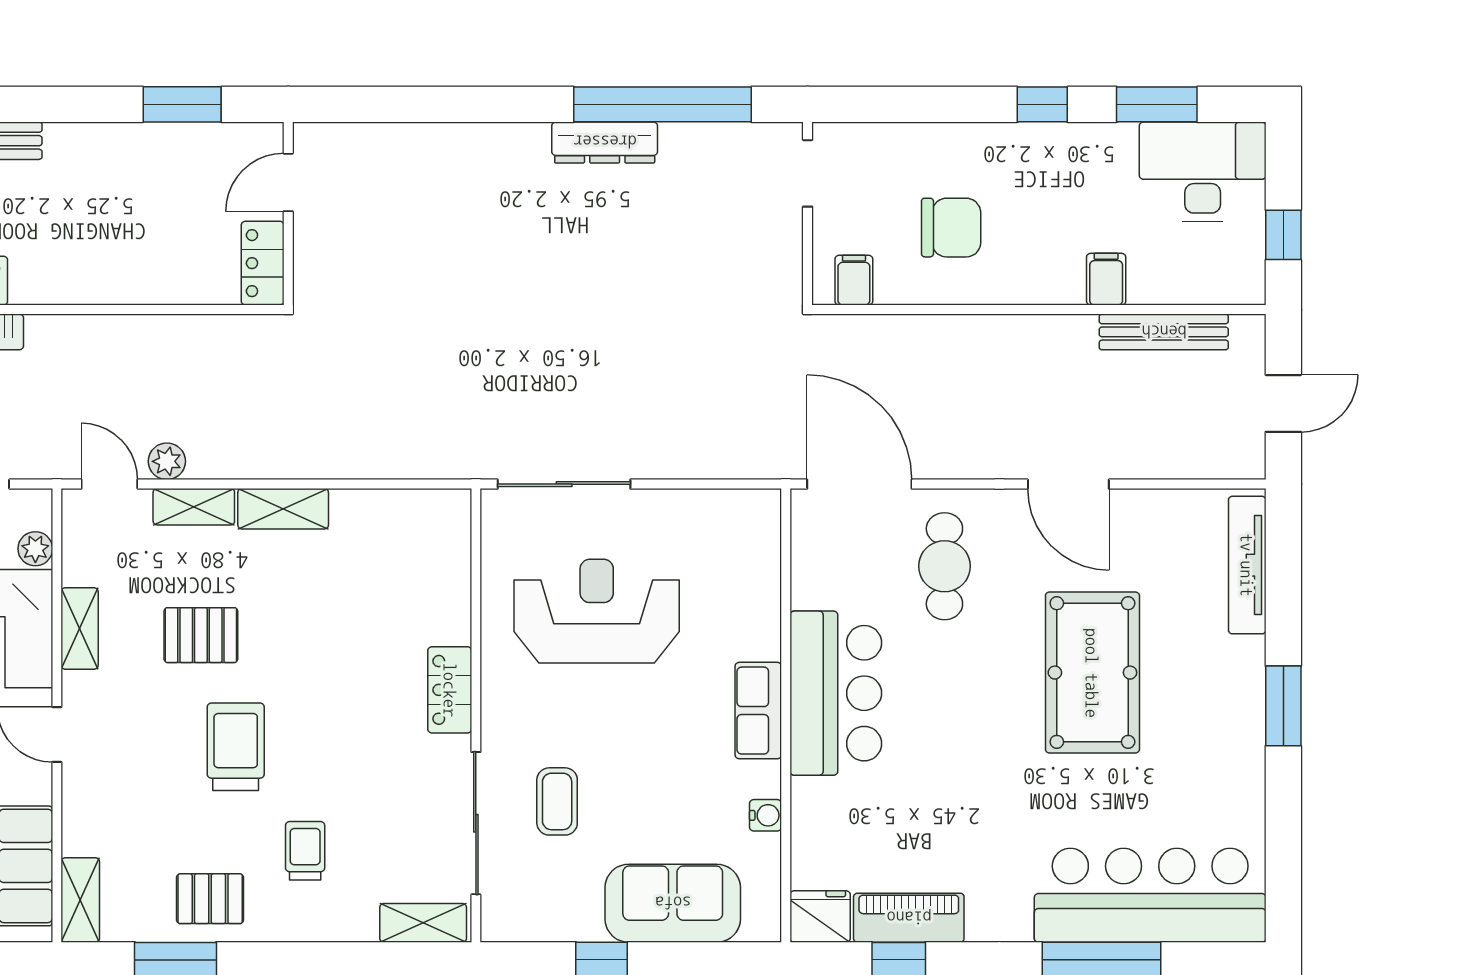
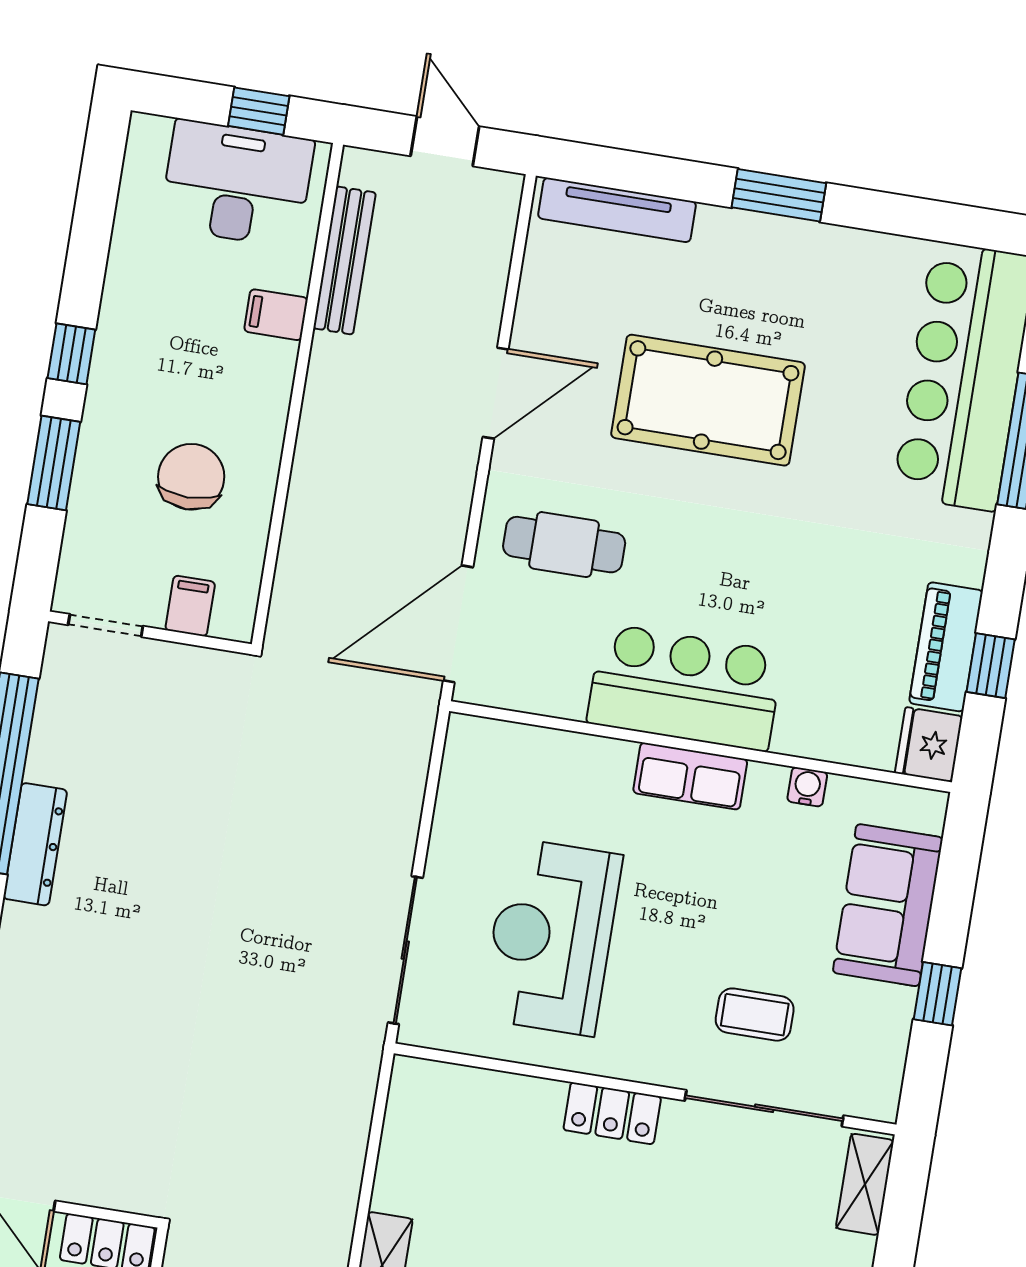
window: (1157, 104) -> (54, 463), moved
desk: (1203, 171) -> (237, 184), moved, turned 90
filing cabinet: (854, 280) -> (190, 606), moved, turned 90

